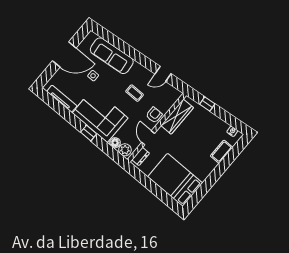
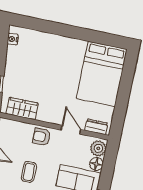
wardrobe: (177, 117) -> (22, 108), width x0.67
door: (148, 138) -> (71, 130), swing flipped
cot: (222, 152) -> (42, 39), removed

